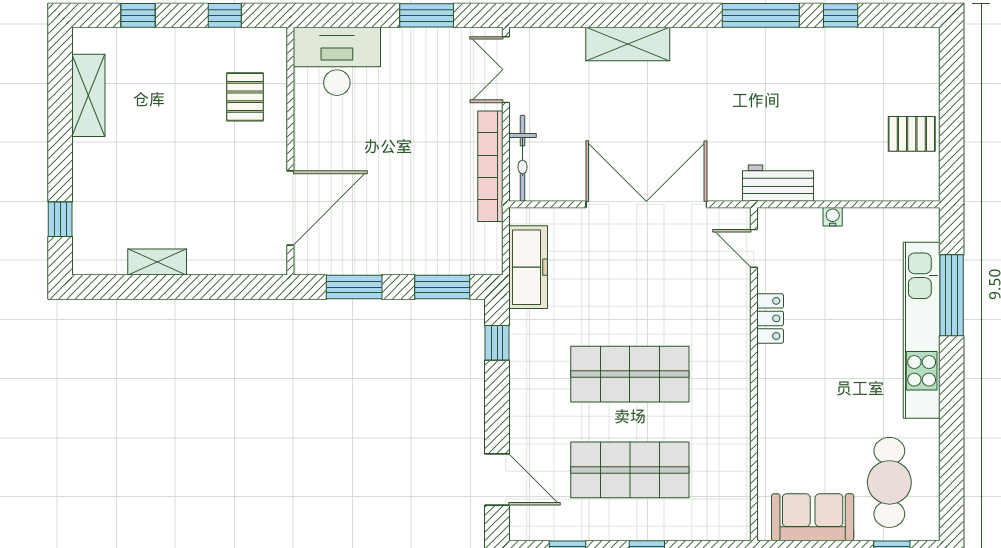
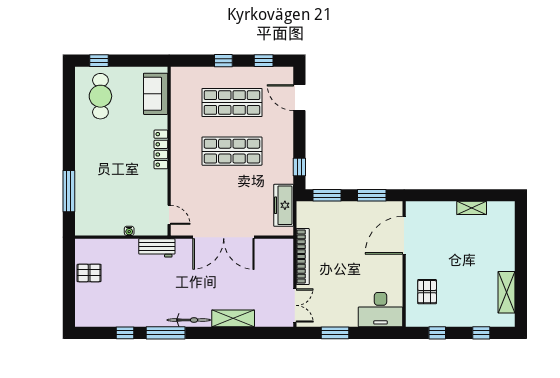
bicycle: (523, 158) -> (189, 320), moved, turned 90
window: (60, 219) -> (521, 230), removed
locker: (770, 318) -> (161, 149), moved, width x1.53
kitchen unit: (922, 330) -> (84, 173), removed
sofa: (813, 517) -> (156, 94), moved, turned 90

